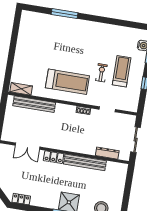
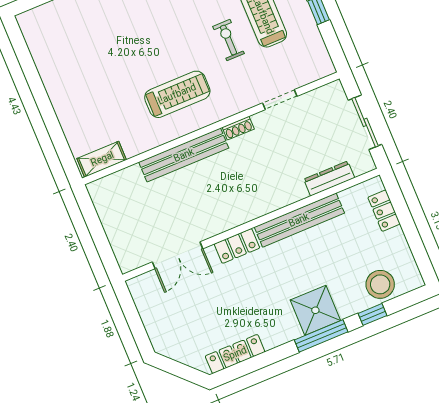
treadmill: (67, 82) -> (177, 94), width x0.73, depth x0.73
bench: (34, 104) -> (184, 155), moved
locker: (121, 180) -> (384, 211), added
locker: (21, 199) -> (235, 354), width x1.53

